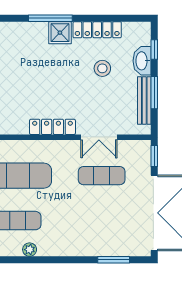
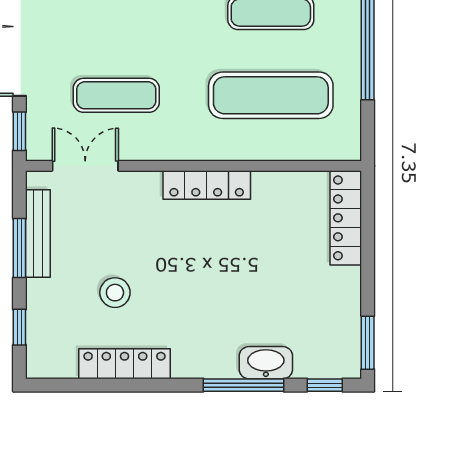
window: (50, 18) -> (244, 385), moved
shower: (60, 33) -> (193, 358), removed
washbasin: (142, 61) -> (266, 363), moved, turned -90
double door: (99, 137) -> (85, 166), moved

